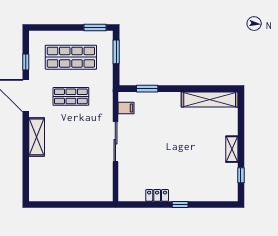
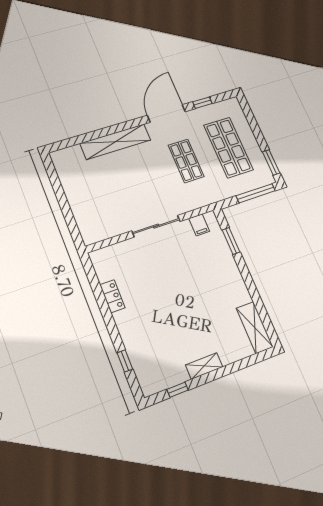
window: (116, 52) -> (256, 193), width x1.44
shelving: (210, 99) -> (255, 328), width x0.68
shelving: (37, 137) -> (115, 142), width x1.47
window: (180, 205) -> (125, 361), moved

